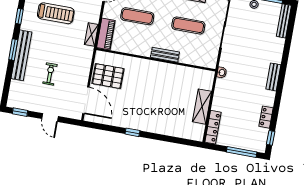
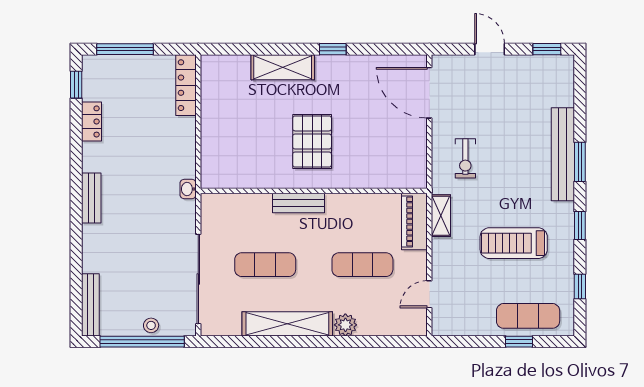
exercise bike: (50, 74) -> (465, 158), moved
pallet: (108, 76) -> (312, 141), moved, turned 90
shelving: (202, 107) -> (283, 67), moved, turned 90

